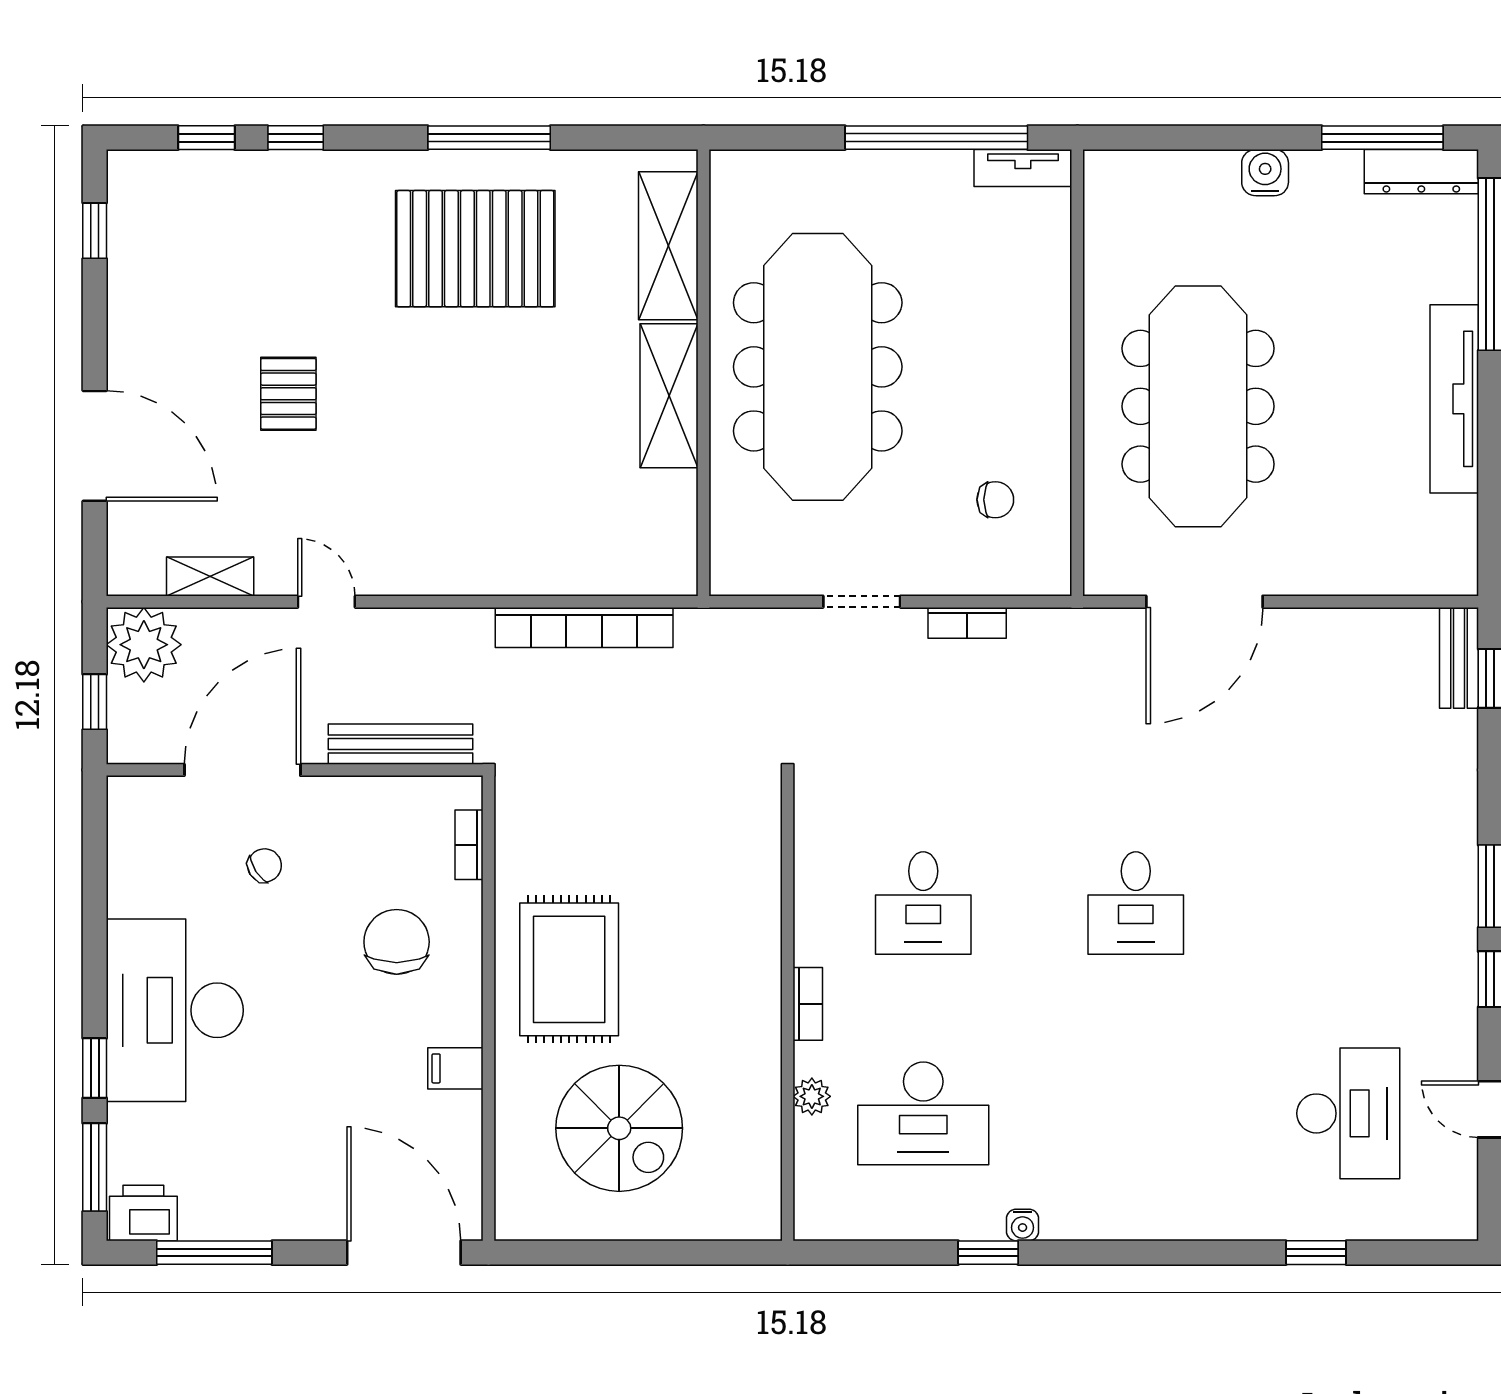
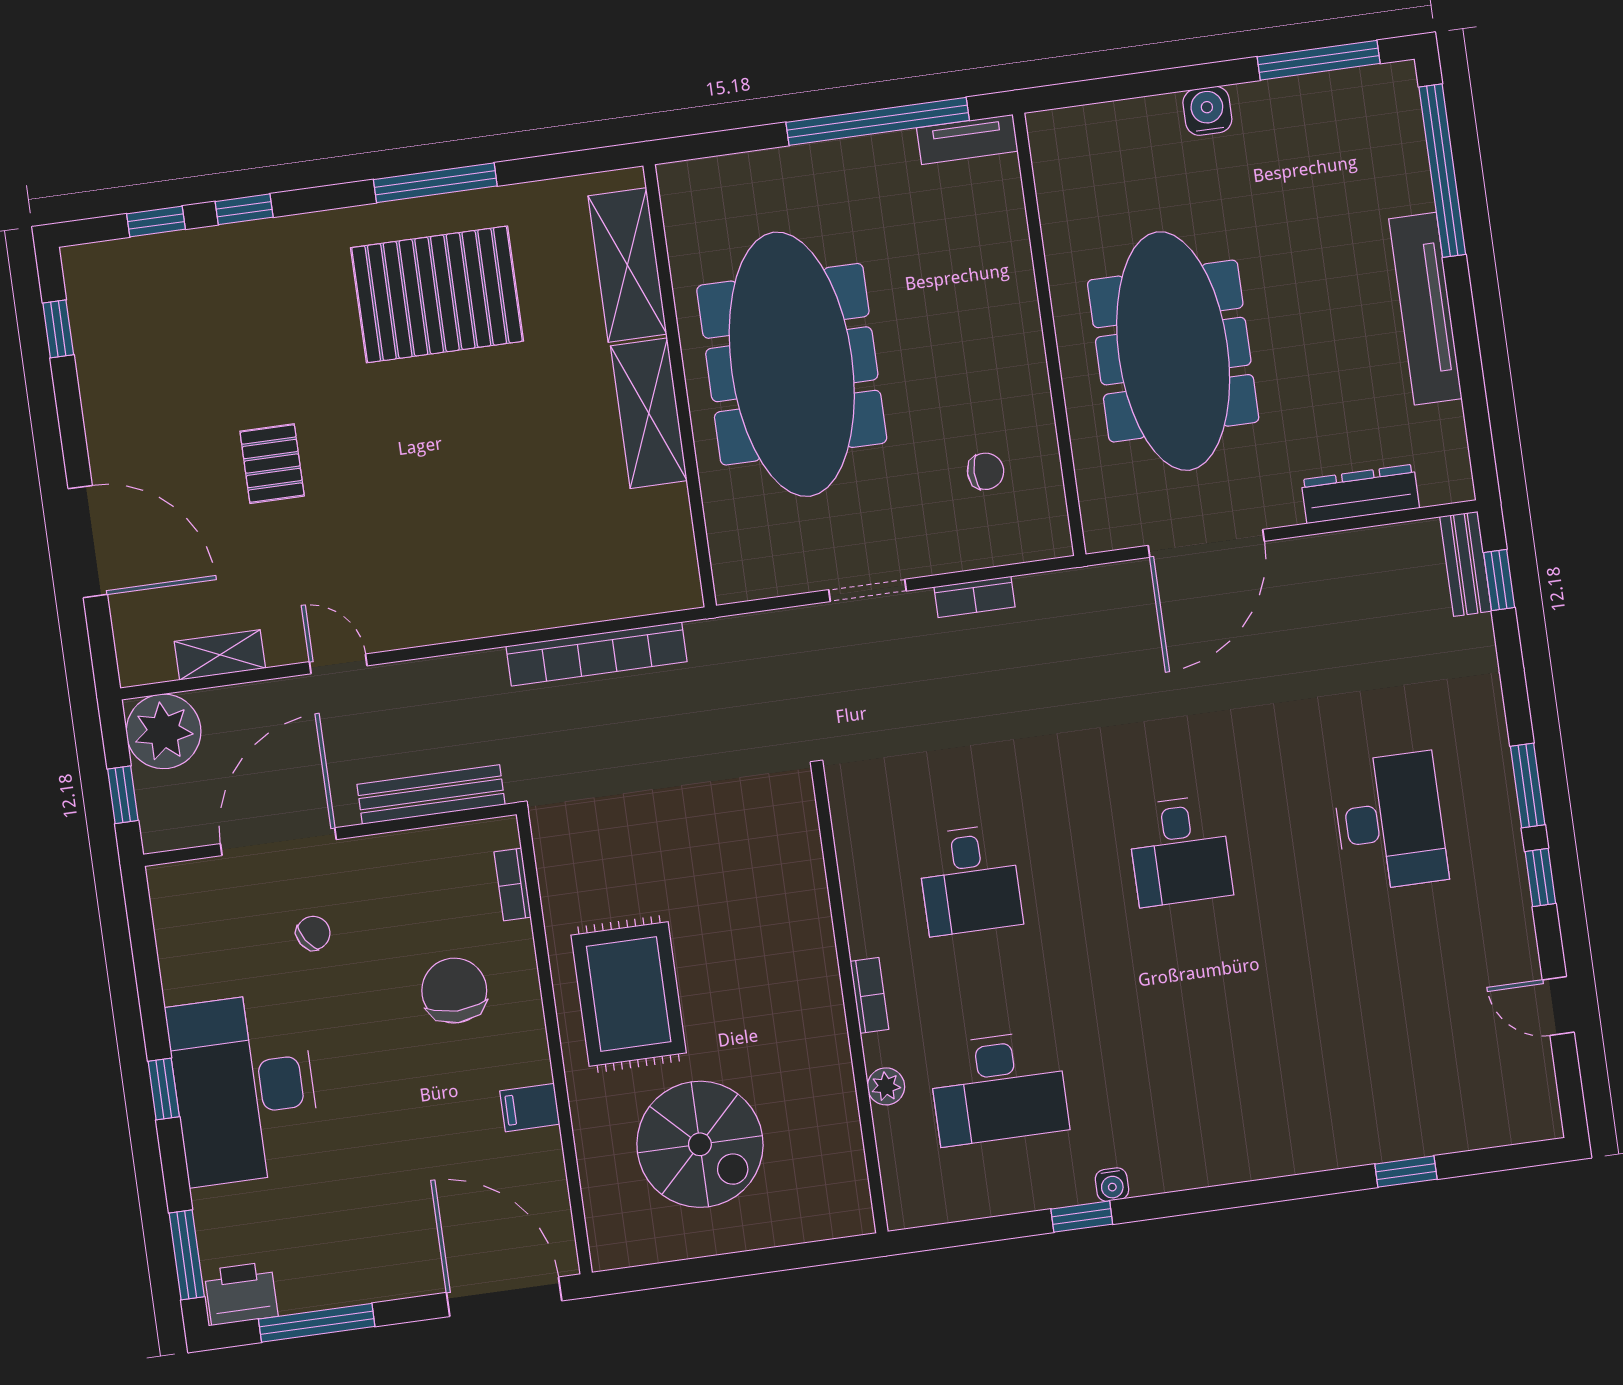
dresser: (1421, 172) -> (1360, 494), moved, turned 180
window: (95, 1068) -> (164, 1089), moved
desk: (1348, 1113) -> (1390, 822), moved

